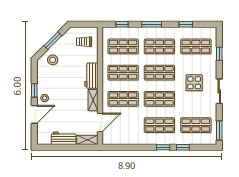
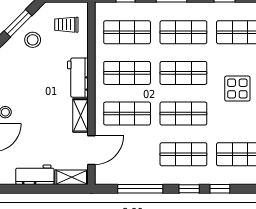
stool: (53, 60) -> (33, 40), moved
window: (132, 147) -> (140, 189), added

